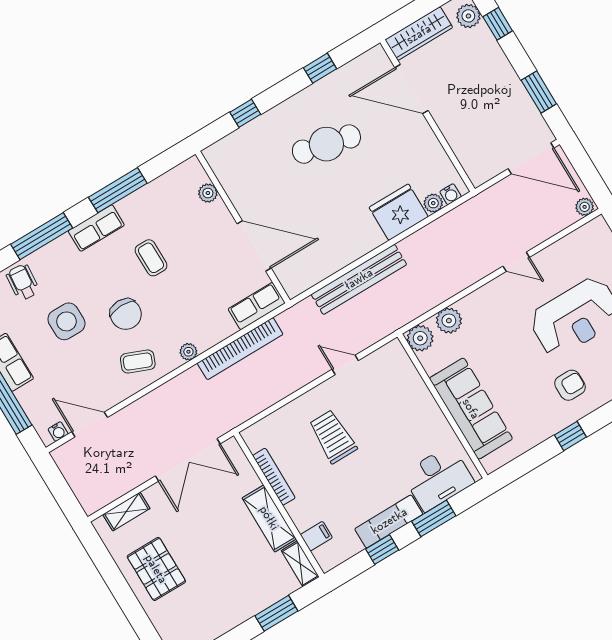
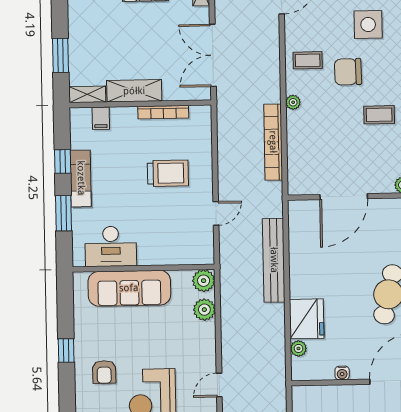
water cooler: (451, 194) -> (342, 373), moved, turned -90
row of seats: (257, 306) -> (298, 173), removed
coffee table: (138, 362) -> (308, 60), turned 68
desk: (438, 478) -> (111, 246), moved, turned -90

